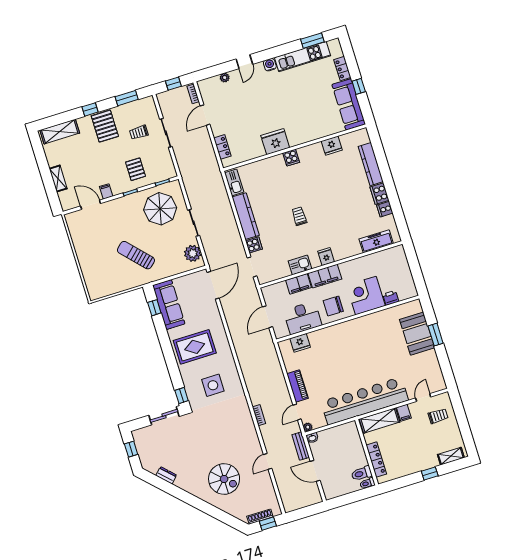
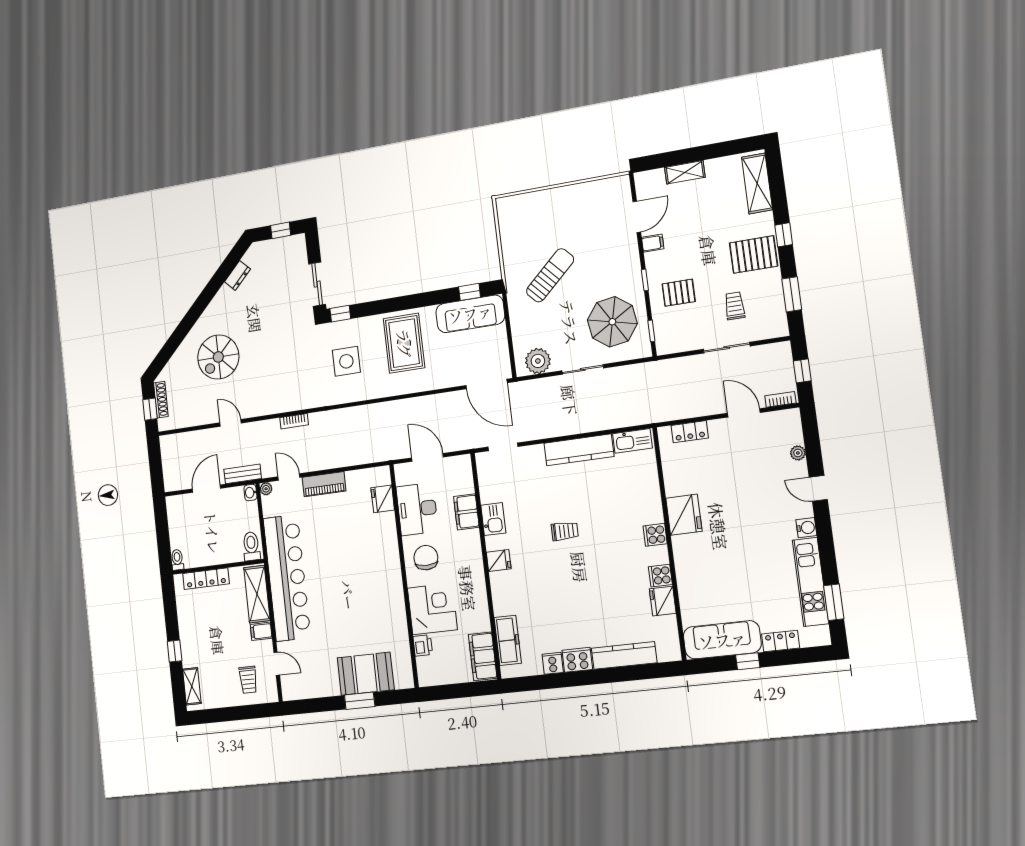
cooker: (254, 245) -> (660, 576), moved, turned 90
filing cabinet: (325, 276) -> (483, 656), moved
toilet: (362, 473) -> (251, 546), moved

